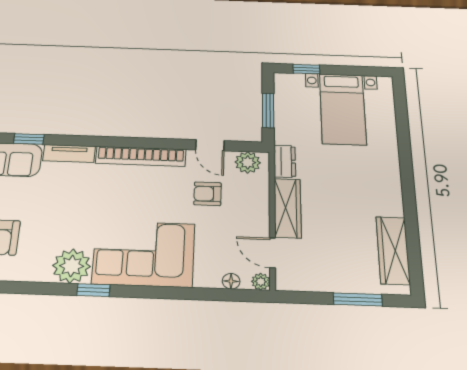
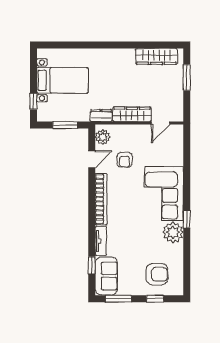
floor lamp: (231, 281) -> (179, 146), removed
plant: (261, 282) -> (178, 129), removed

